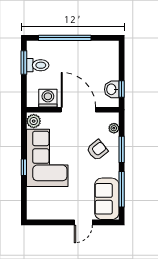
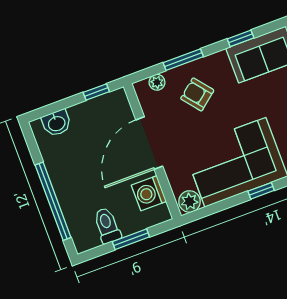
window: (24, 63) -> (131, 239), moved
washbasin: (112, 89) -> (56, 123), moved
window: (122, 189) -> (241, 38), width x0.46

